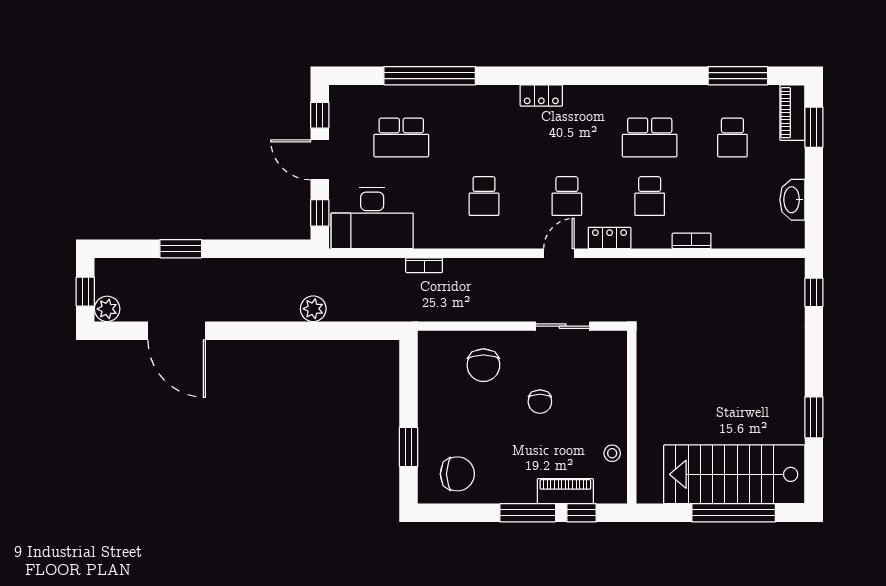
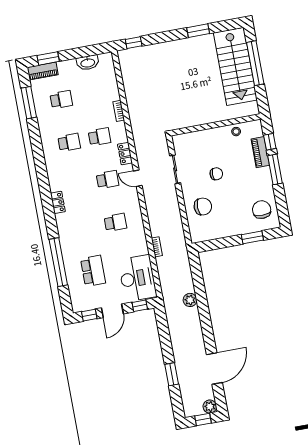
school desk: (650, 137) -> (69, 142), width x0.54

